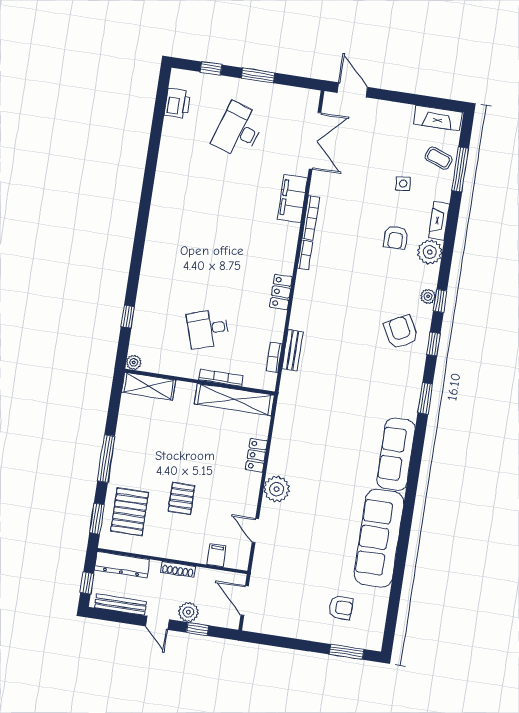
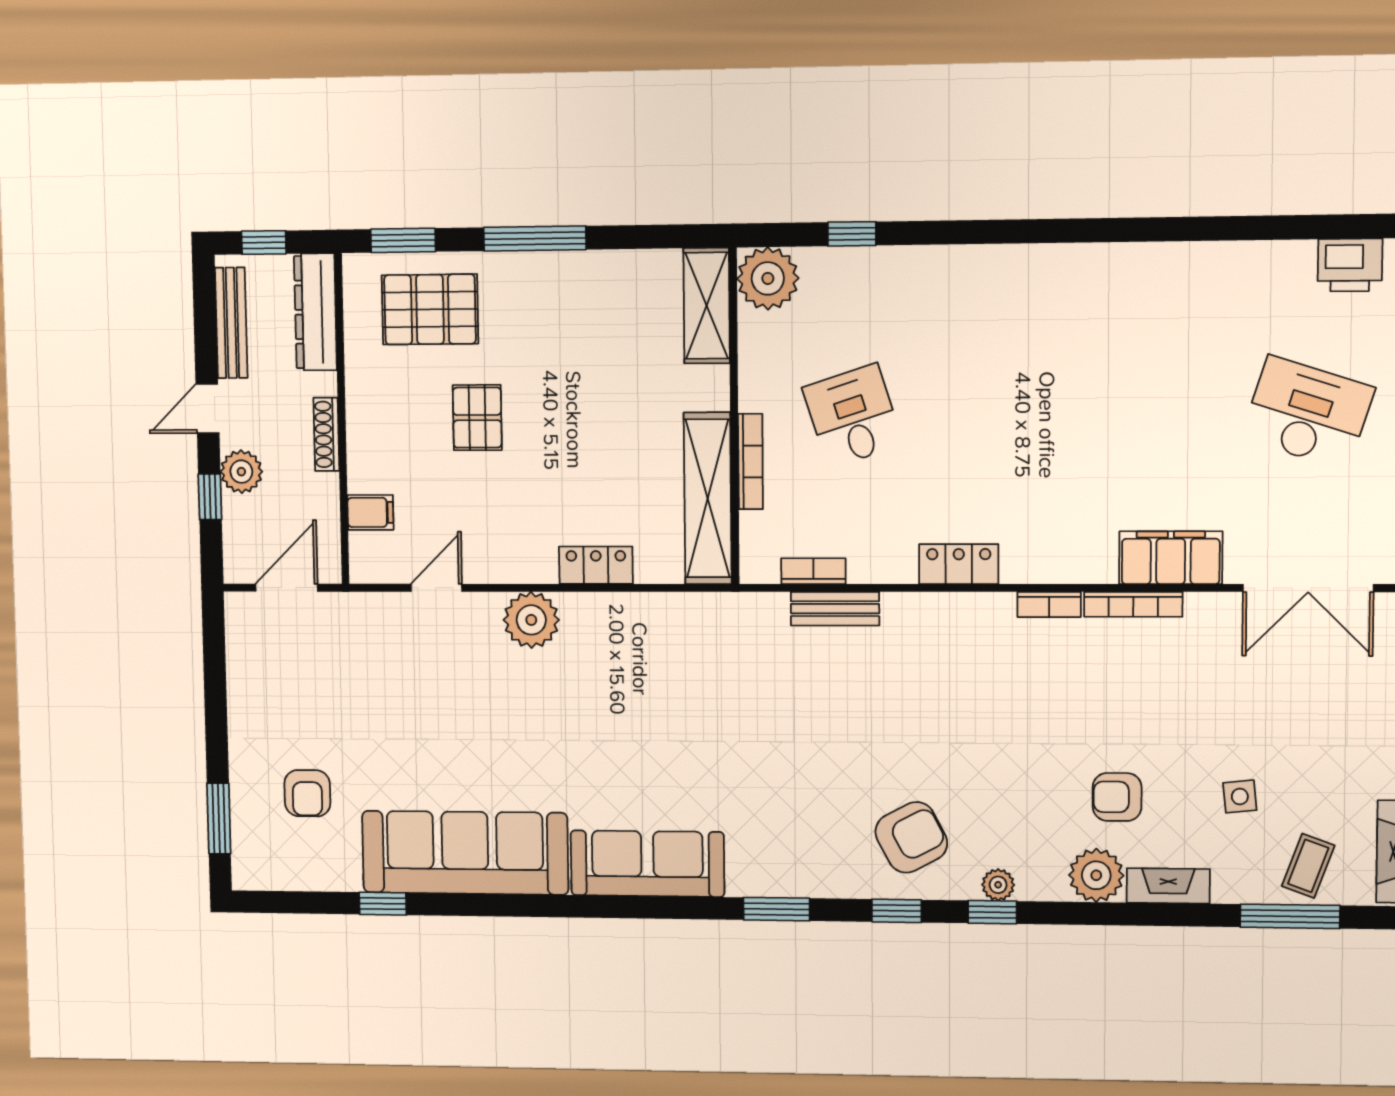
plant: (134, 362) -> (768, 278), width x1.88, depth x1.88
pallet: (181, 498) -> (477, 418), turned 90
window: (397, 581) -> (383, 904), added

